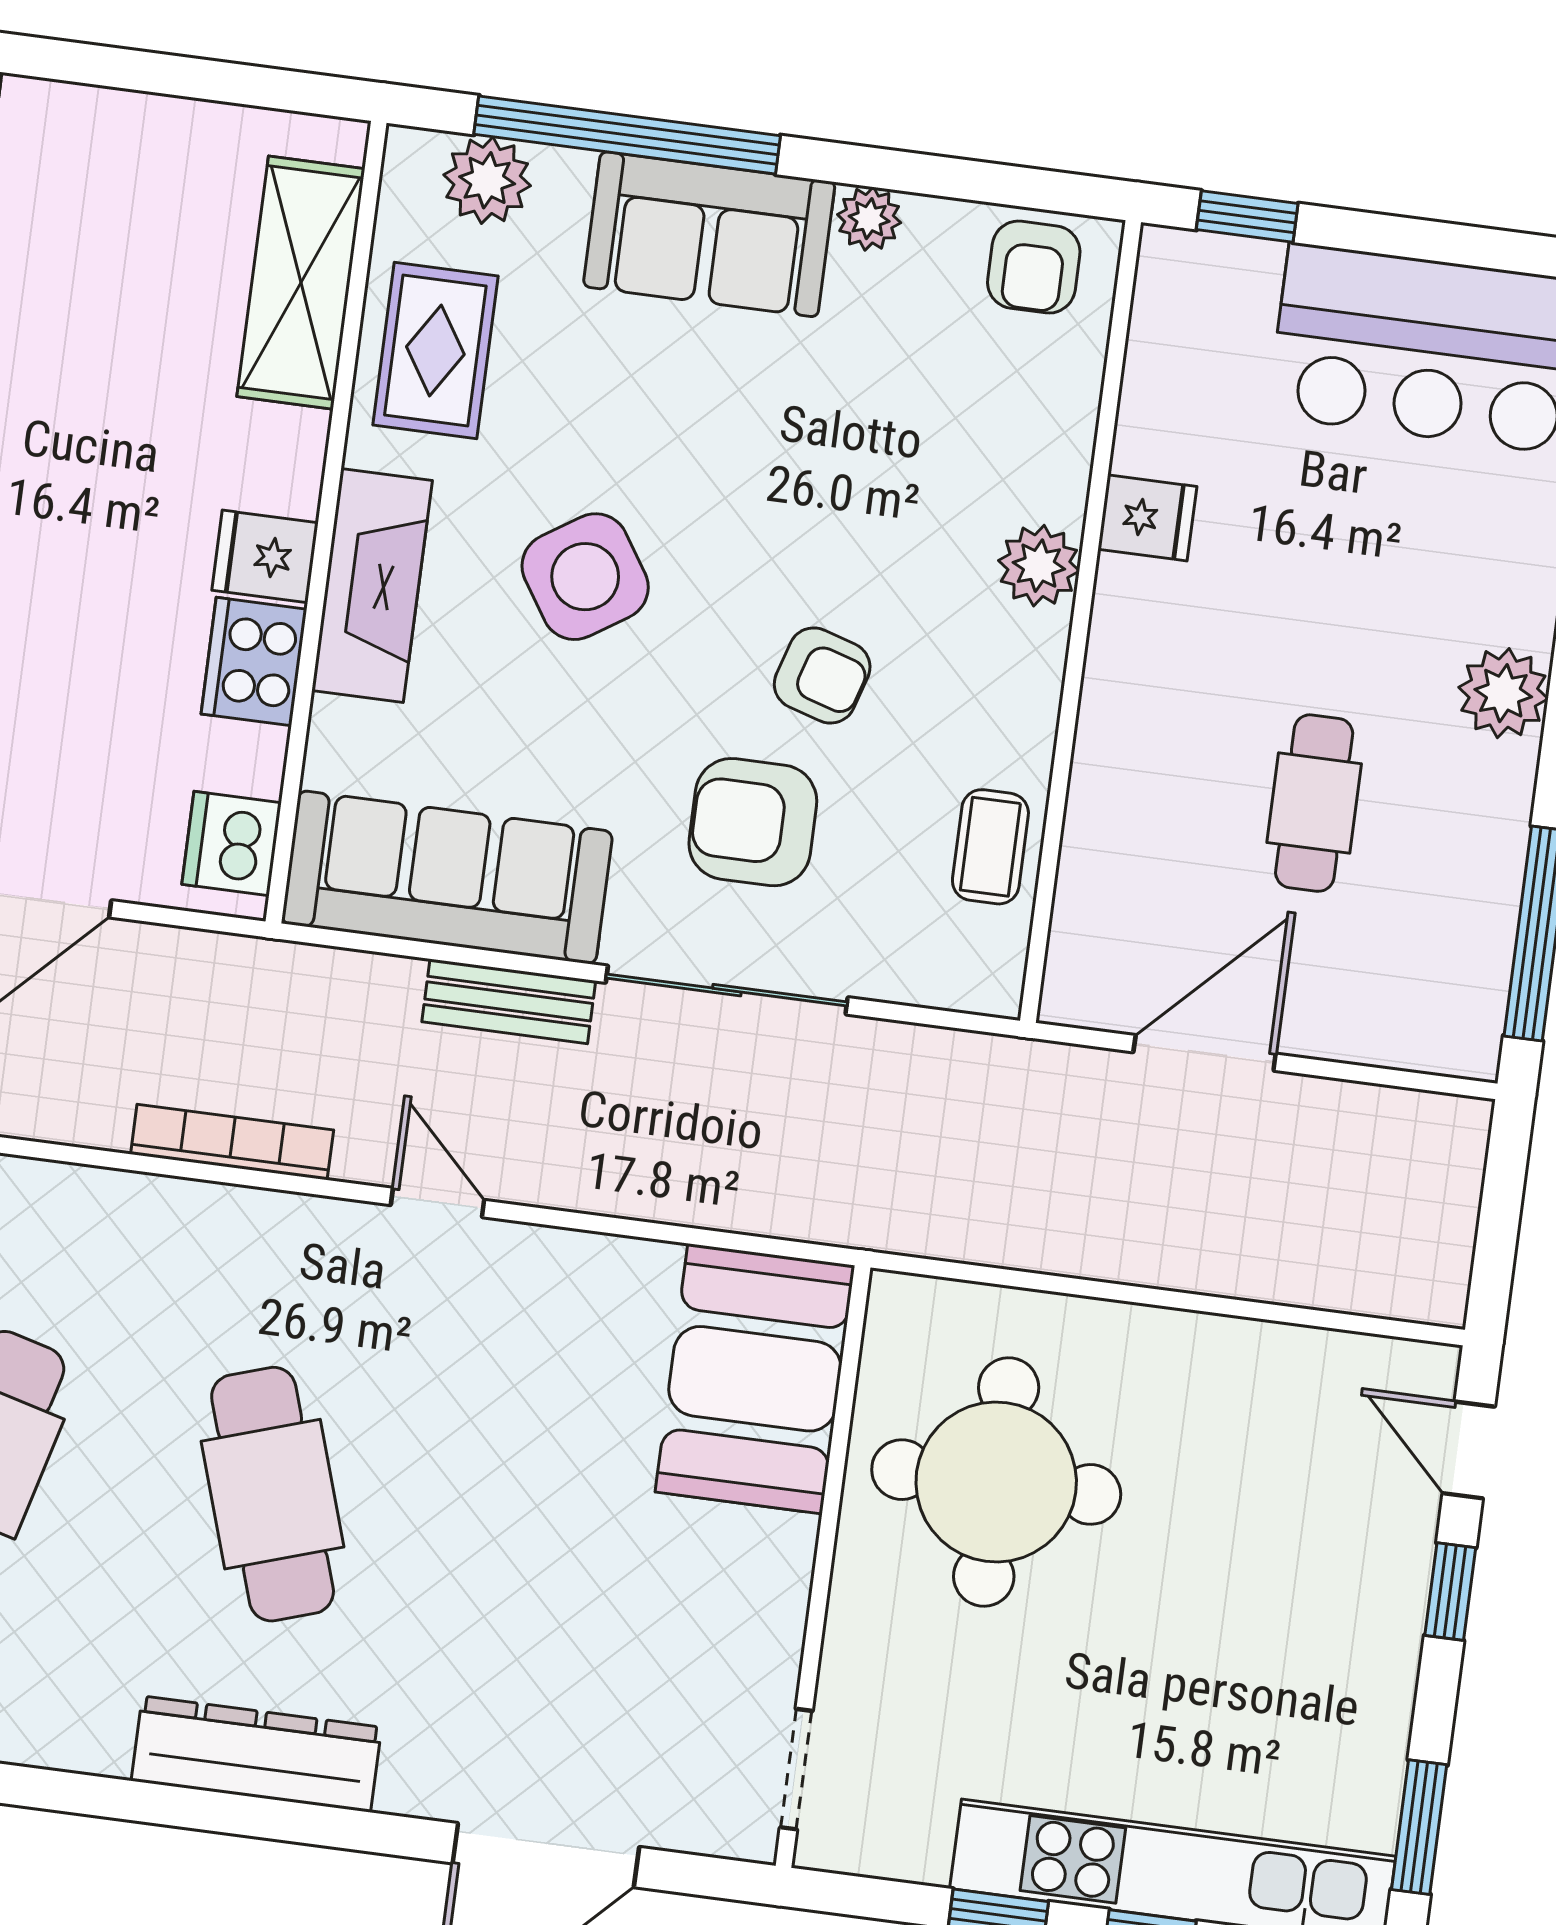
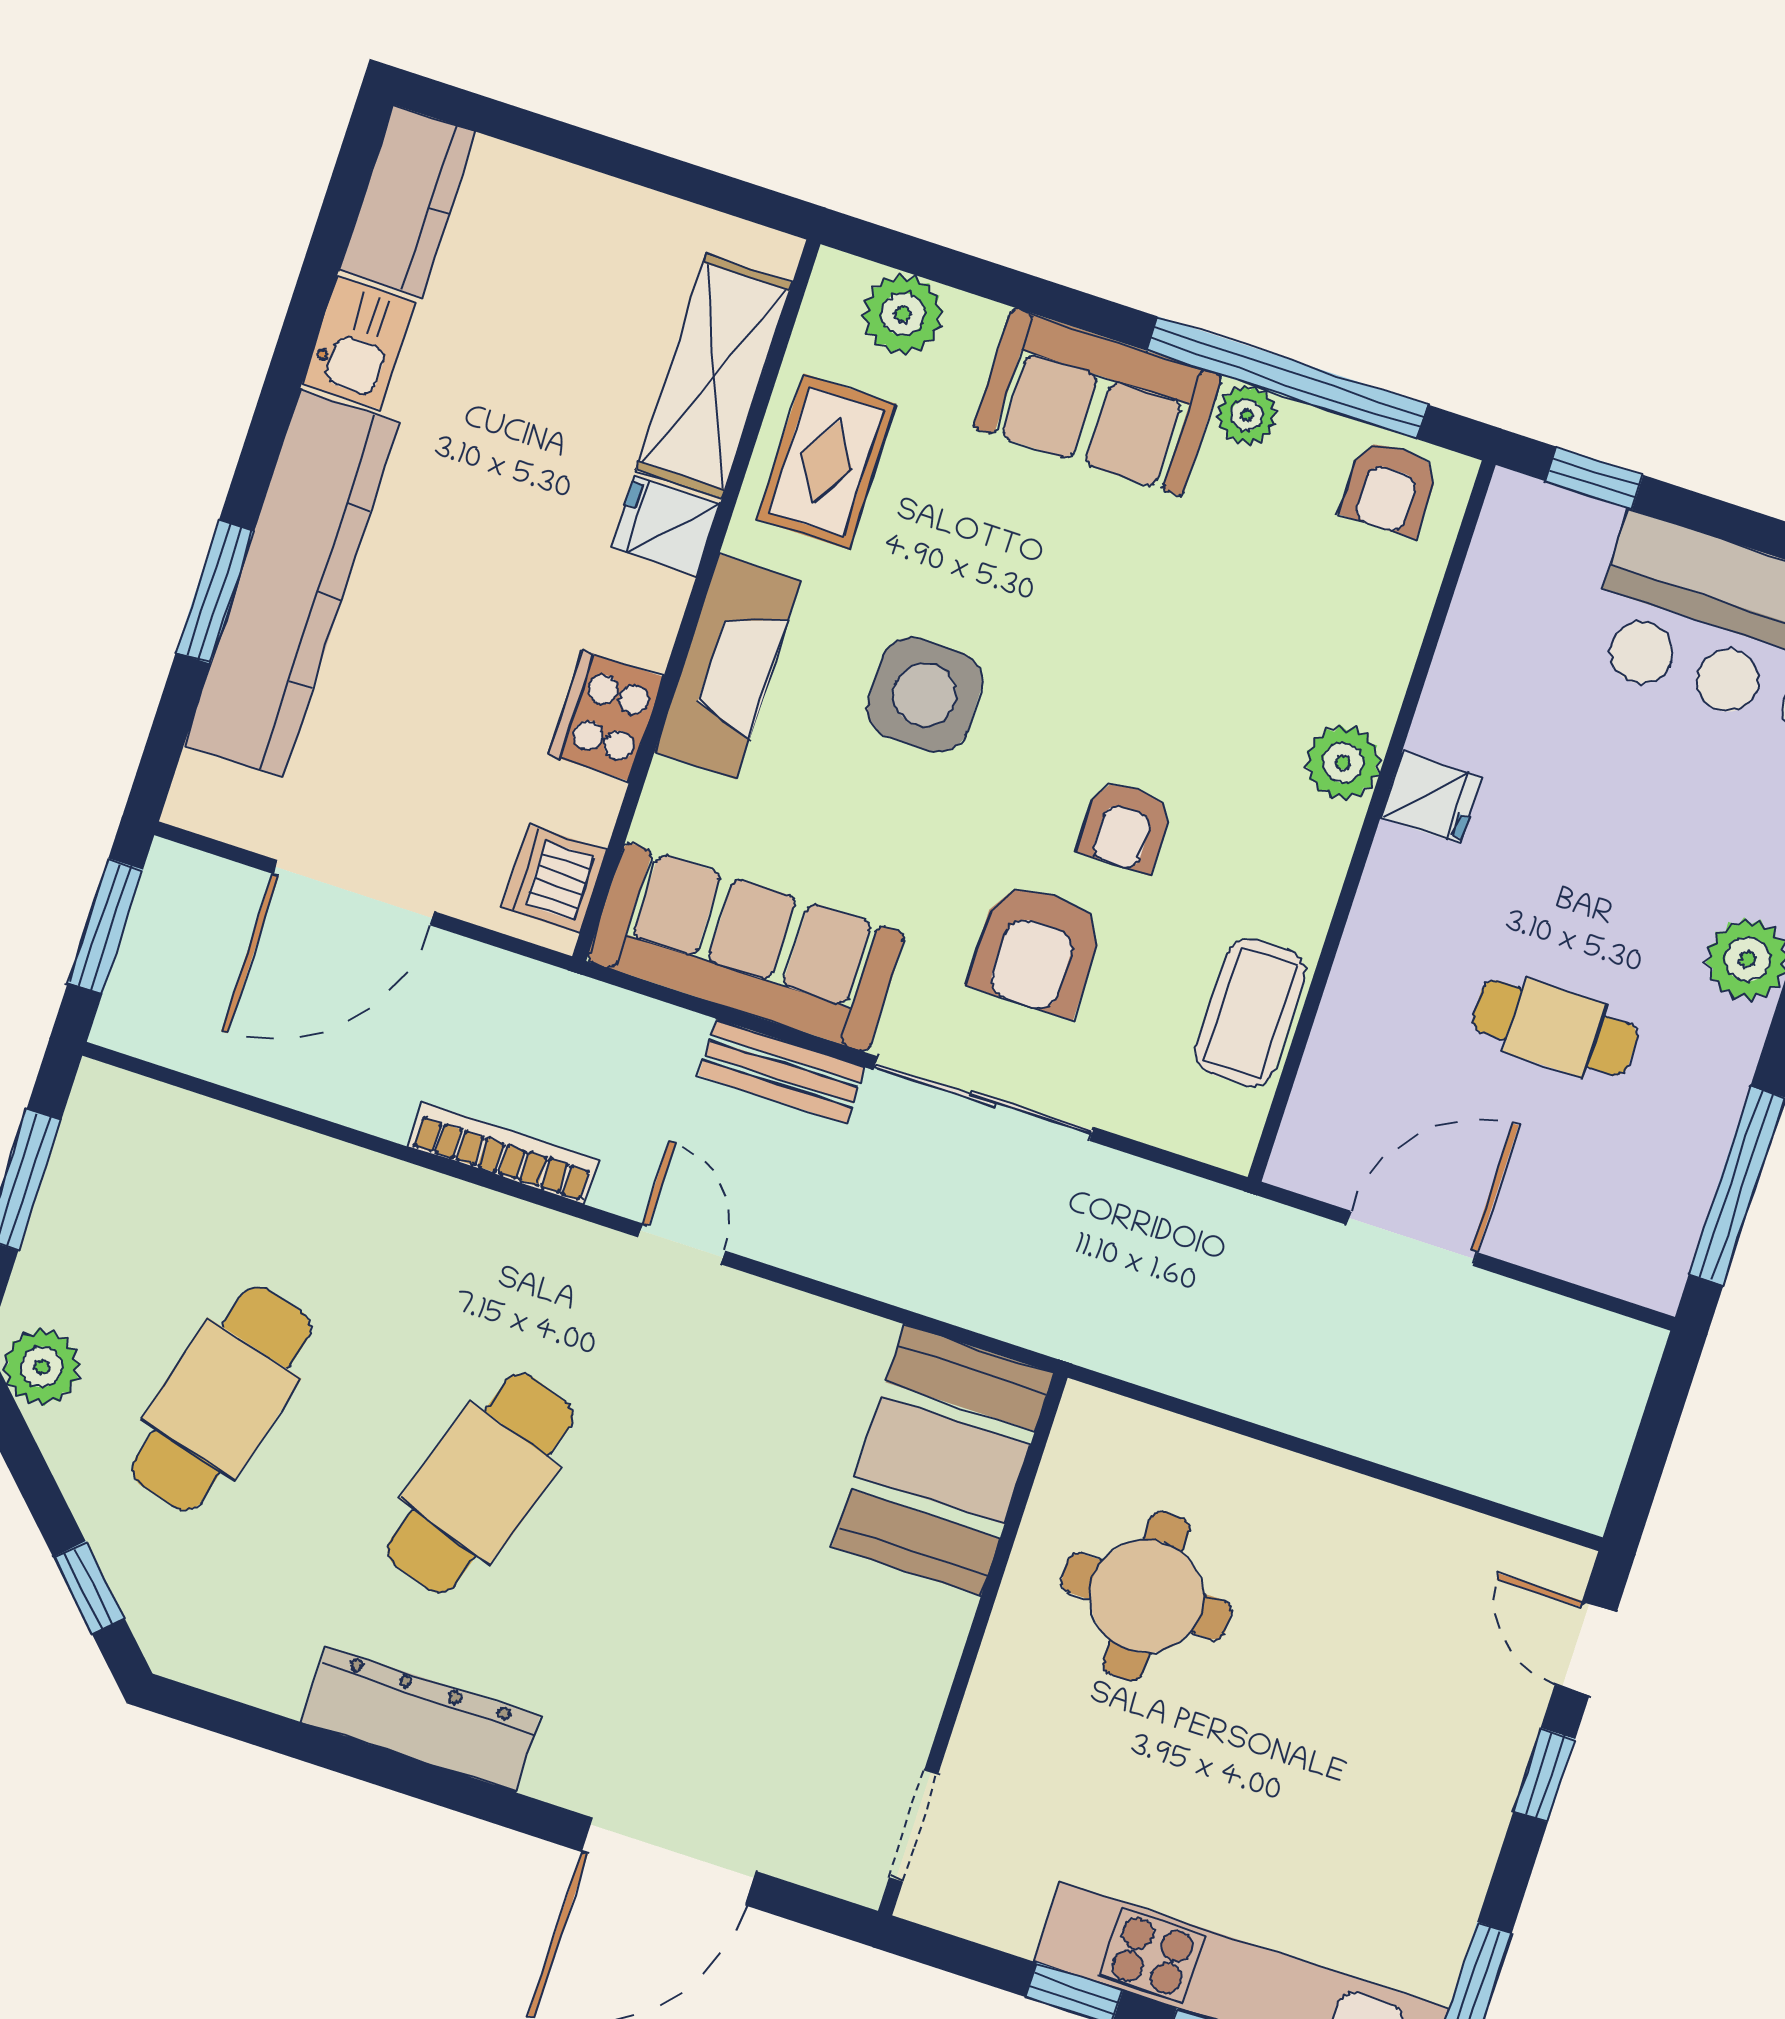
window: (627, 135) -> (1287, 378), moved
fridge: (1147, 518) -> (1431, 798), moved
fridge: (265, 556) -> (666, 525), moved
side table: (585, 577) -> (925, 695), turned 33
armchair: (822, 676) -> (1125, 826), turned 73
cafe table: (1314, 803) -> (1555, 1028), turned 90
armchair: (753, 822) -> (1036, 949), turned -90
coffee table: (990, 847) -> (1250, 1012), width x1.36, depth x1.30
round table: (996, 1482) -> (1146, 1596), width x0.73, depth x0.73
cafe table: (273, 1494) -> (480, 1483), turned 36

